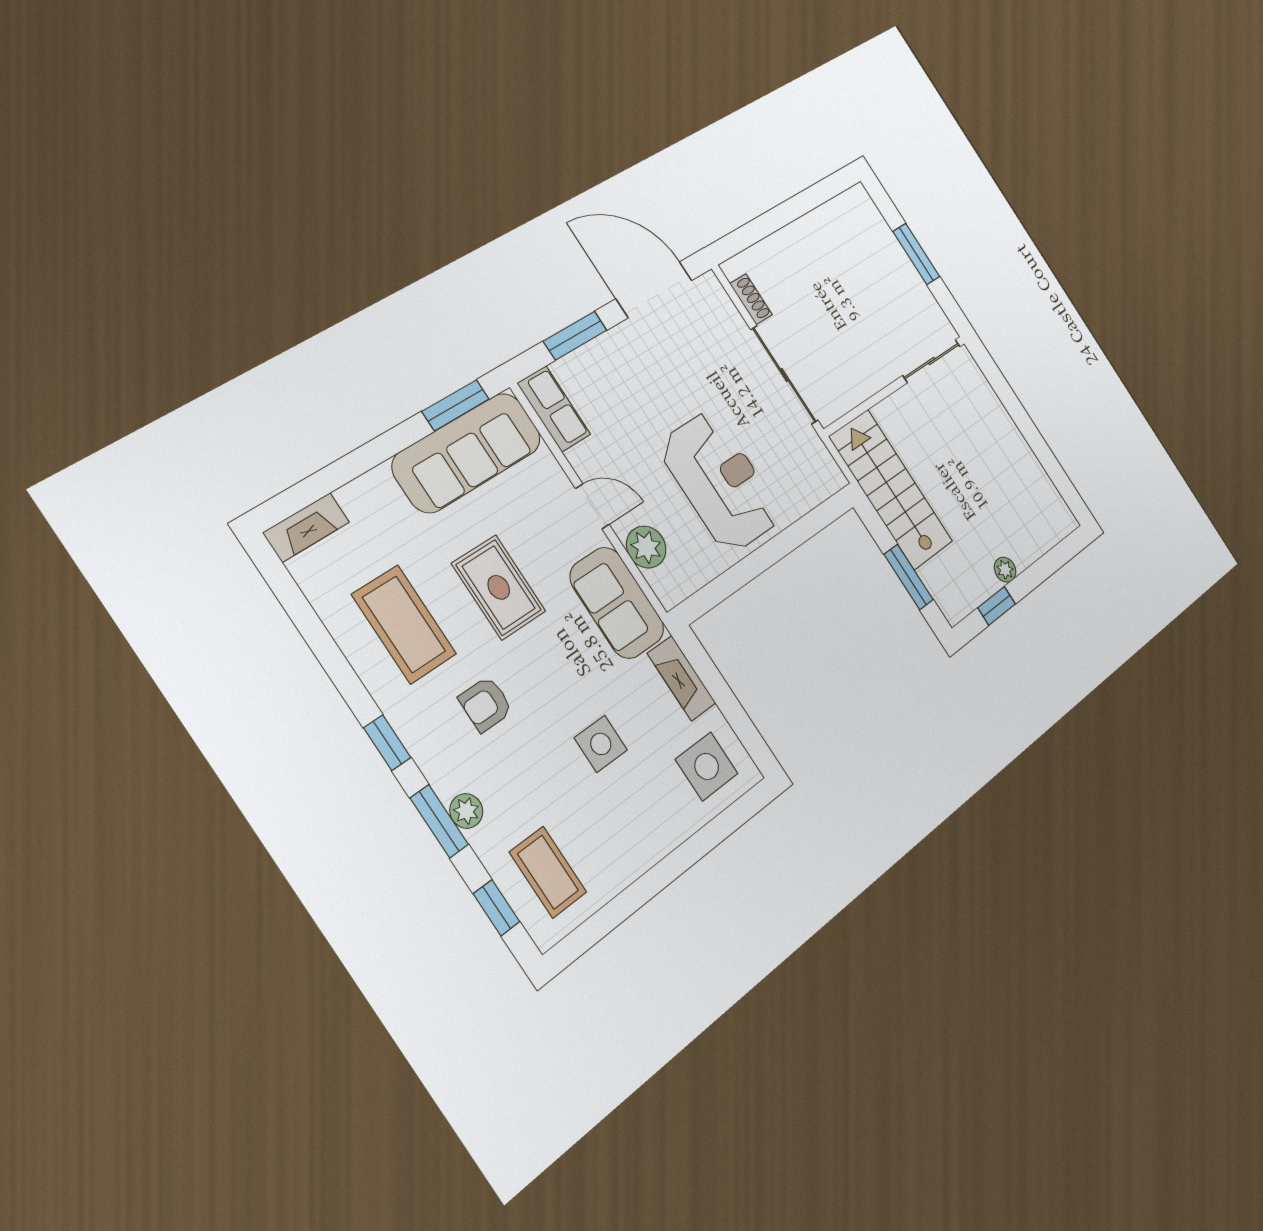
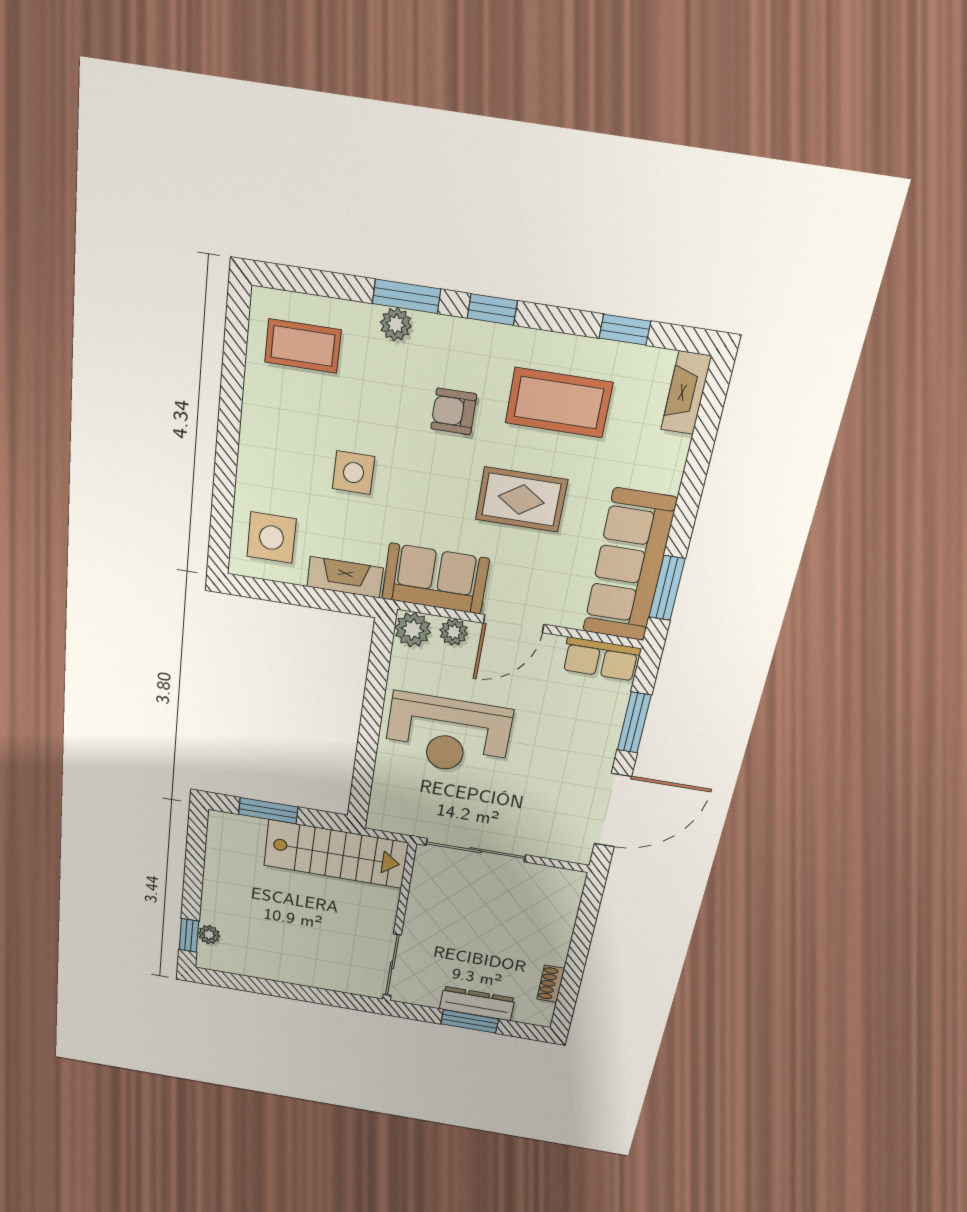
dresser: (897, 261) -> (477, 1004), added
shoe rack: (751, 299) -> (551, 984), moved, turned 90
door: (592, 506) -> (514, 624), width x1.37
plant: (646, 547) -> (454, 632), width x0.73, depth x0.73
plant: (1005, 570) -> (209, 935), moved
plant: (670, 586) -> (413, 630), added
window: (997, 606) -> (189, 935), moved
armchair: (486, 704) -> (454, 411), turned -90
window: (497, 908) -> (625, 330), moved

